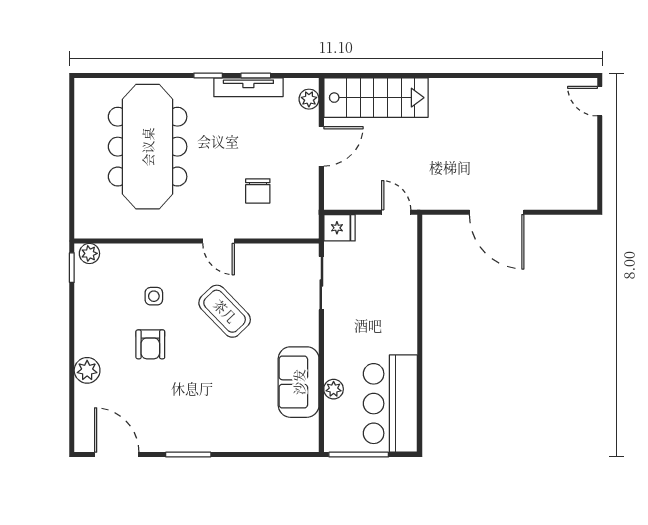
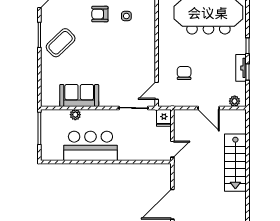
tv unit: (248, 87) -> (241, 68), width x0.71
stairs: (376, 98) -> (235, 163), moved
chair: (258, 191) -> (184, 73), turned 90
door: (219, 241) -> (157, 91), moved
coffee table: (225, 311) -> (61, 43), moved
bar counter: (390, 404) -> (90, 146), moved

